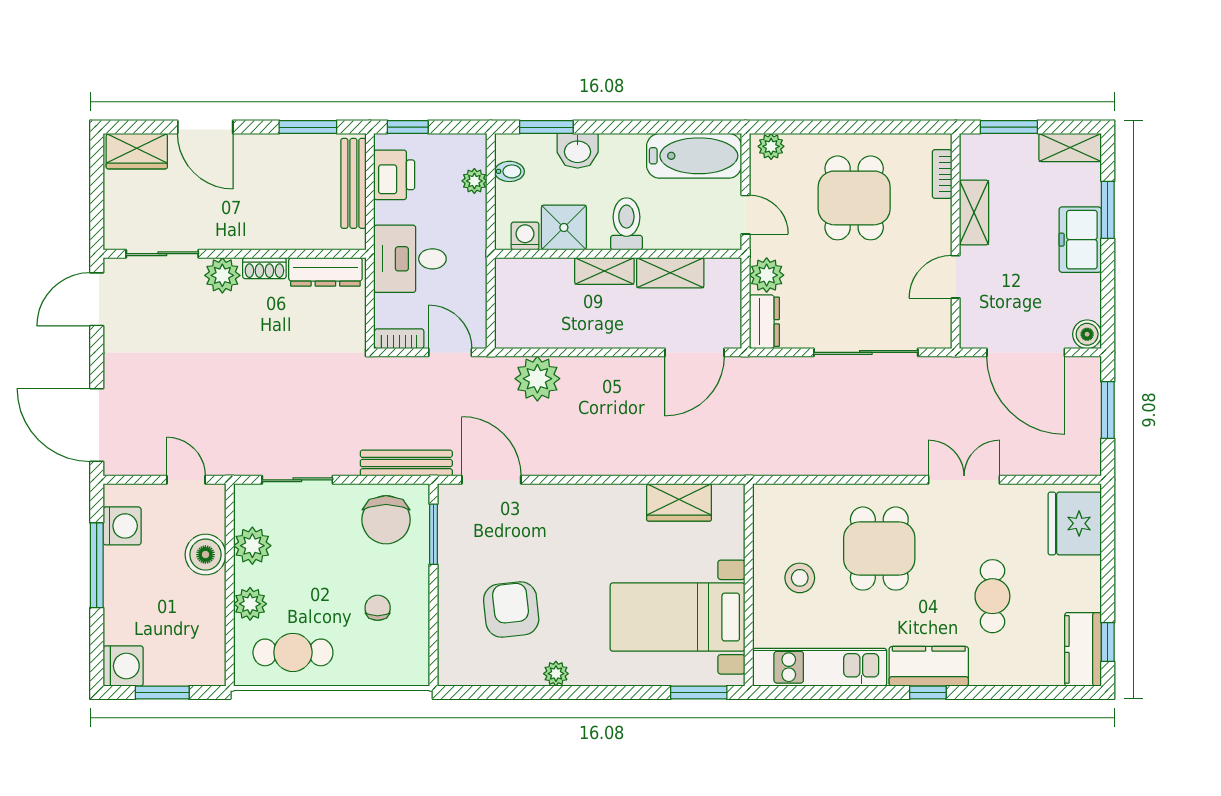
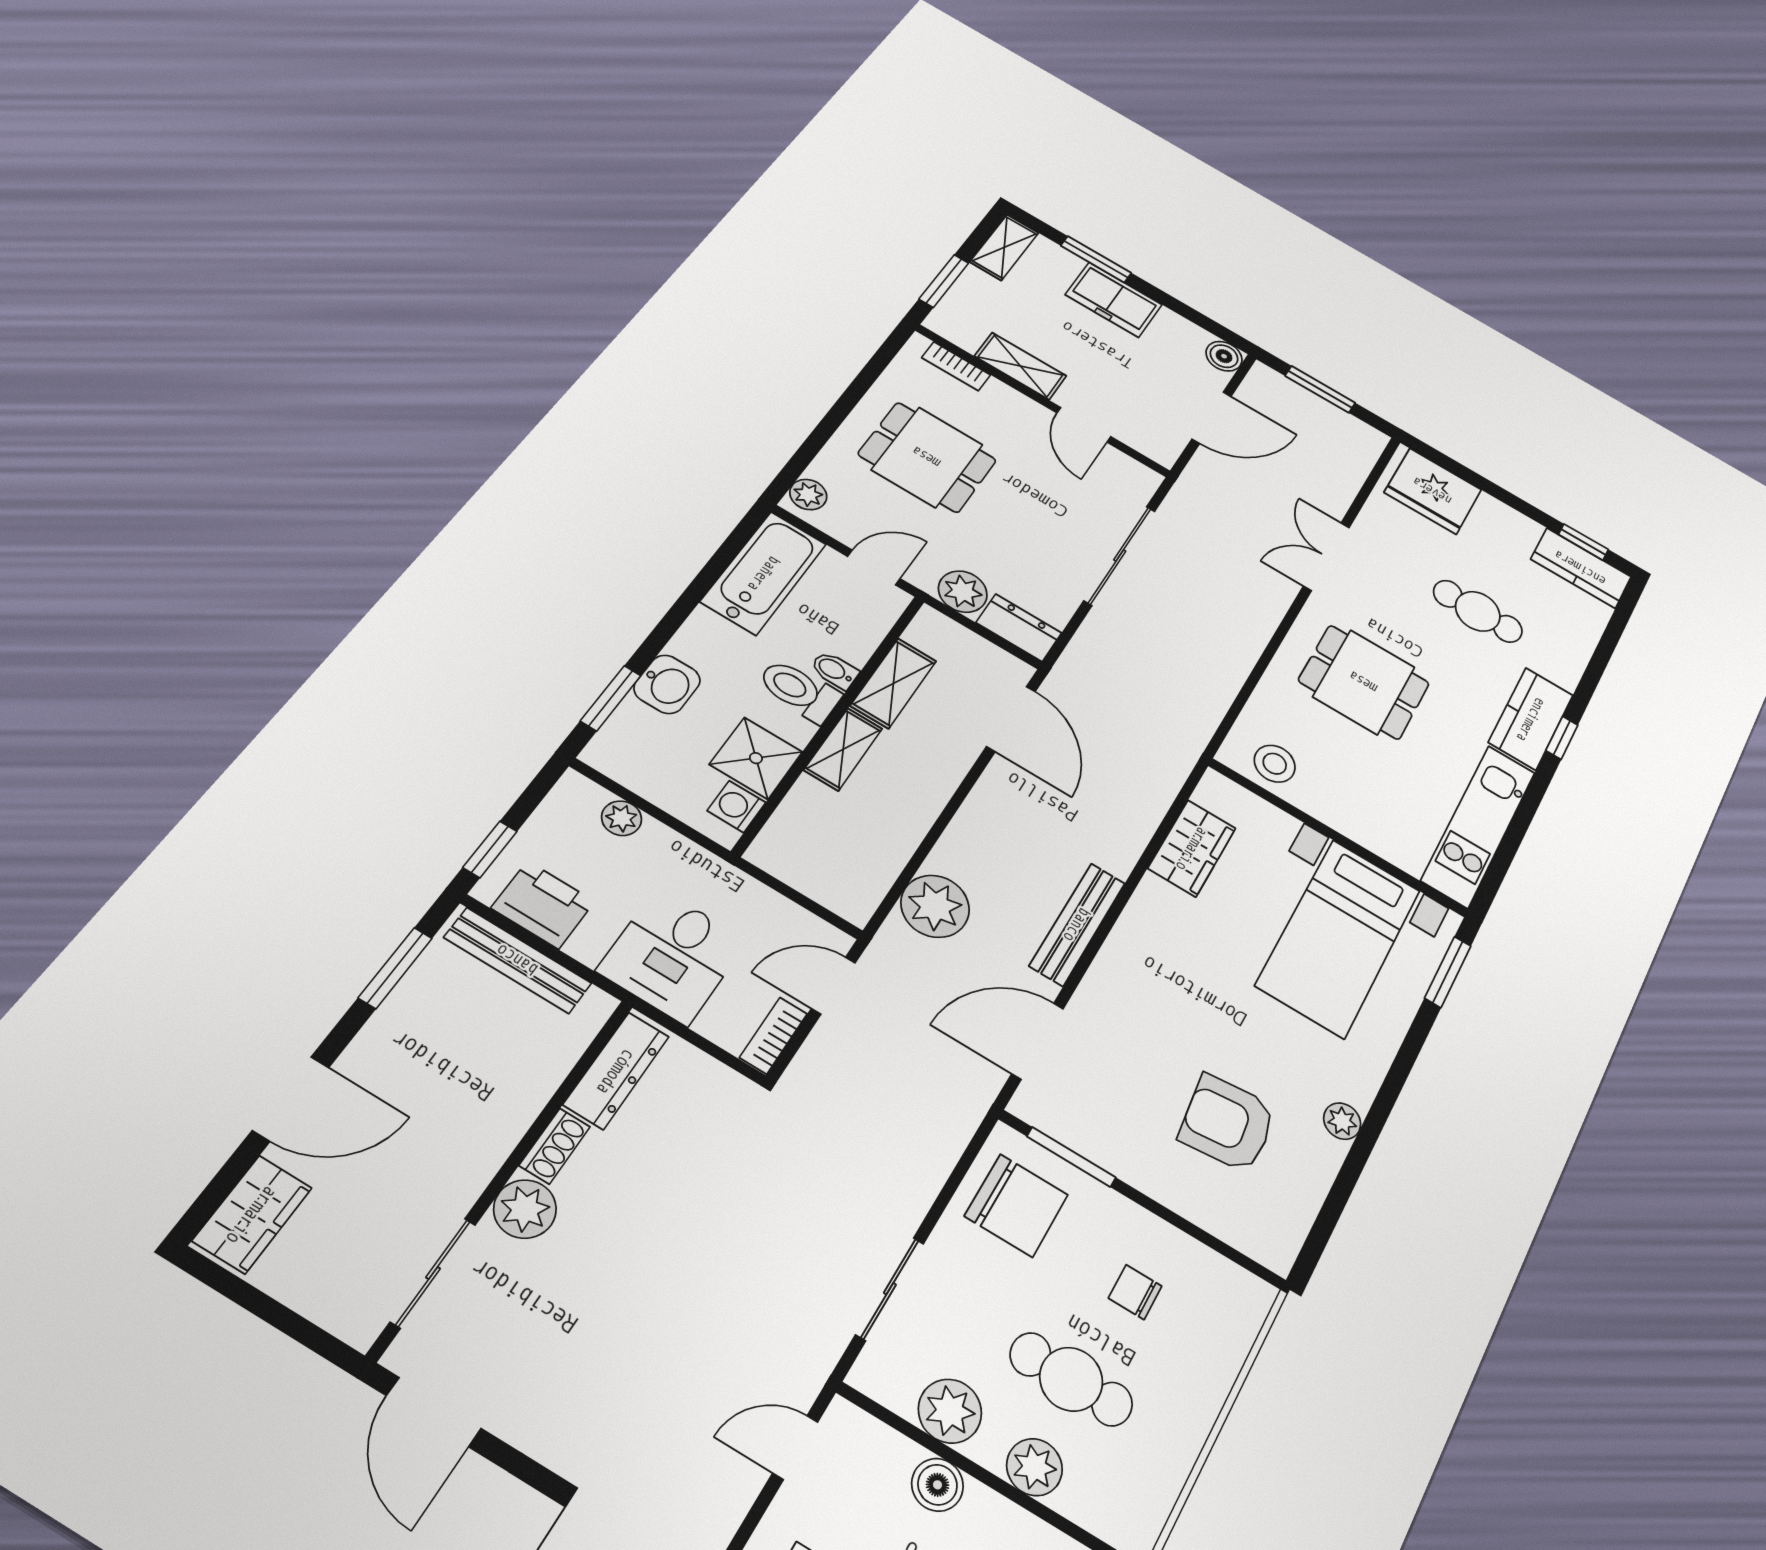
bidet: (509, 171) -> (835, 670), moved, turned -90
door: (1026, 352) -> (1212, 418), width x0.73
bench: (406, 463) -> (1077, 924), moved
boiler: (205, 555) -> (937, 1485), width x0.73, depth x0.73
stool: (800, 578) -> (1275, 764), moved
cafe table: (293, 652) -> (1071, 1379), moved, turned 90

